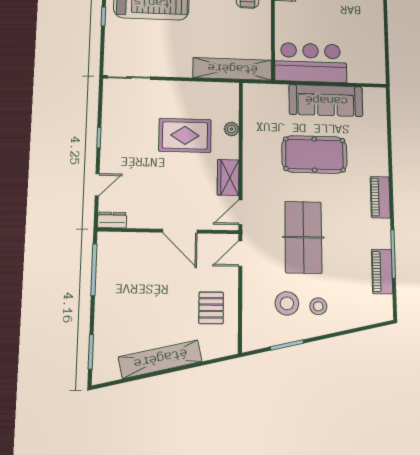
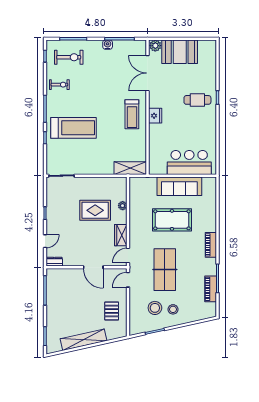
bar counter: (311, 63) -> (189, 162), moved
shelving: (232, 69) -> (130, 168), width x0.68

